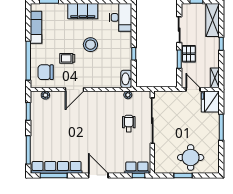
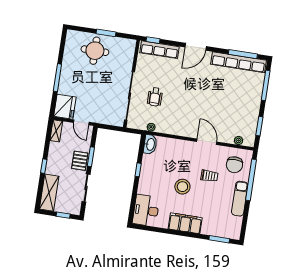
exam couch: (36, 27) -> (240, 199), moved
chair: (46, 72) -> (234, 165), turned 90
door: (75, 89) -> (207, 142), hinge flipped
row of seats: (137, 168) -> (160, 50), width x1.48
door: (98, 175) -> (196, 47), hinge flipped

